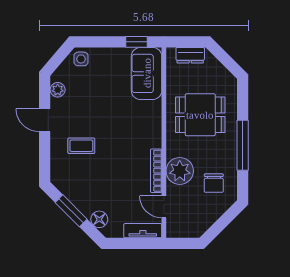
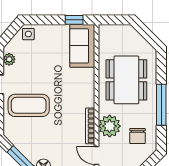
dresser: (190, 55) -> (118, 31), removed
dining table: (200, 115) -> (126, 80), width x1.38
coffee table: (81, 146) -> (29, 105), width x1.86, depth x1.72

